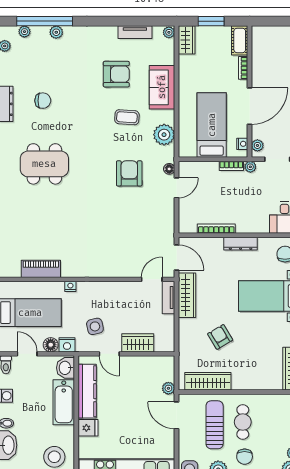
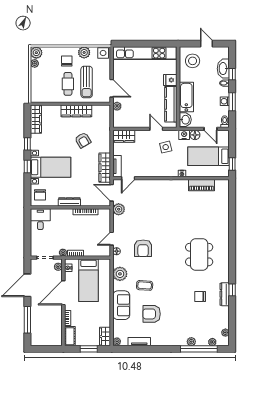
dining table: (44, 164) -> (199, 255), turned 90
plant: (166, 232) -> (119, 209), added
wardrobe: (138, 343) -> (124, 136), moved
wardrobe: (208, 381) -> (76, 111), moved

